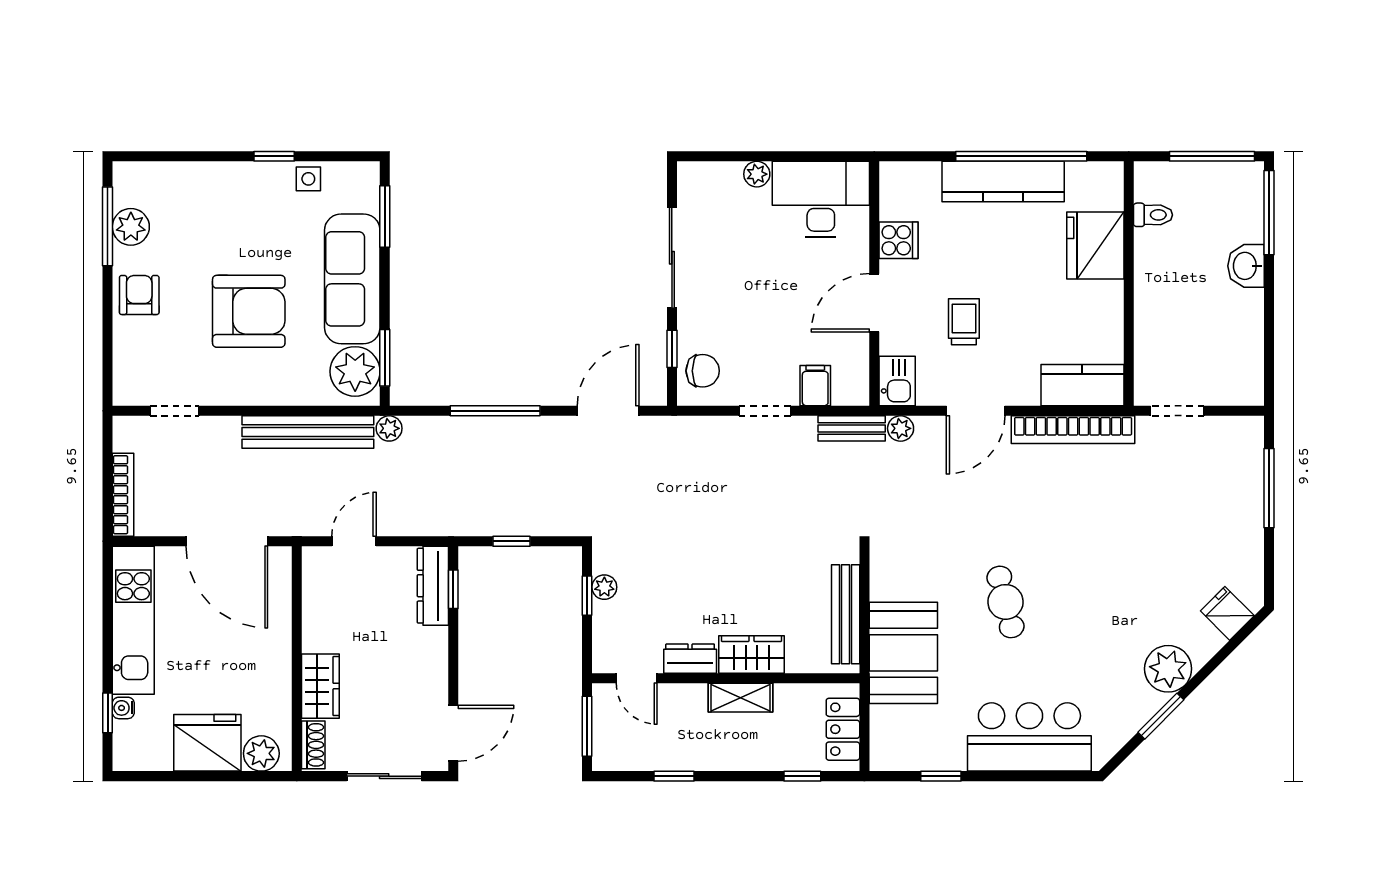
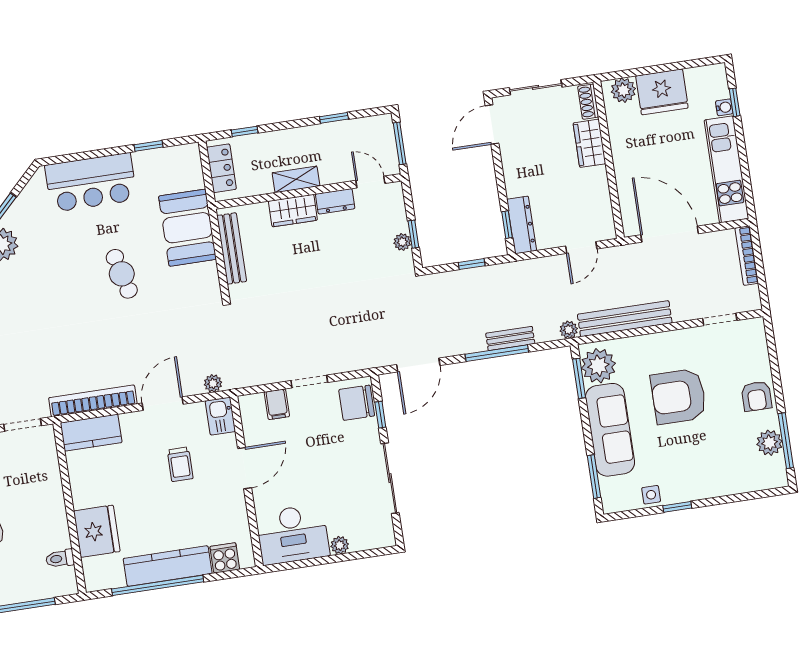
cooker: (899, 240) -> (225, 558), moved, turned 90
chair: (703, 371) -> (357, 403), width x1.37, depth x1.37
bench: (852, 428) -> (510, 339), moved

